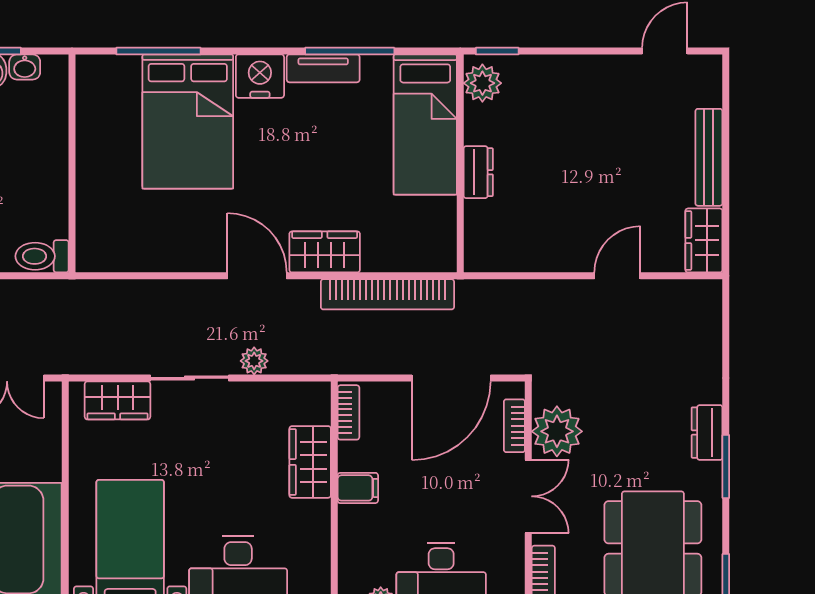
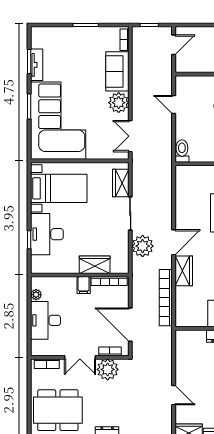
plant: (254, 361) -> (143, 246), width x1.87, depth x1.87
bookcase: (348, 412) -> (109, 281), width x1.56

